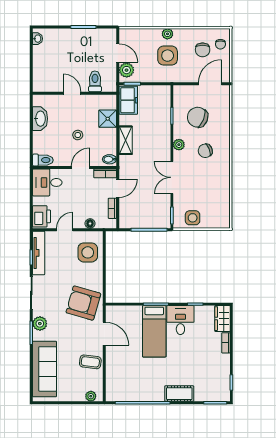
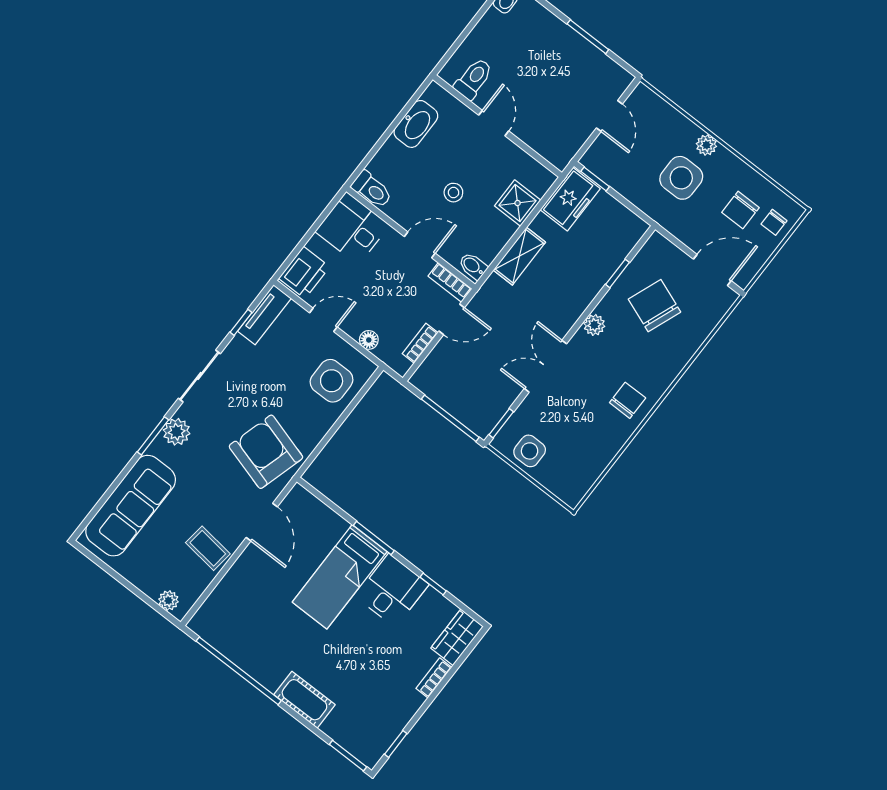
plant: (127, 70) -> (603, 152), removed
toilet: (95, 81) -> (474, 79), moved
chair: (205, 151) -> (628, 400), moved, turned 112
tv unit: (39, 253) -> (264, 315), width x0.71

